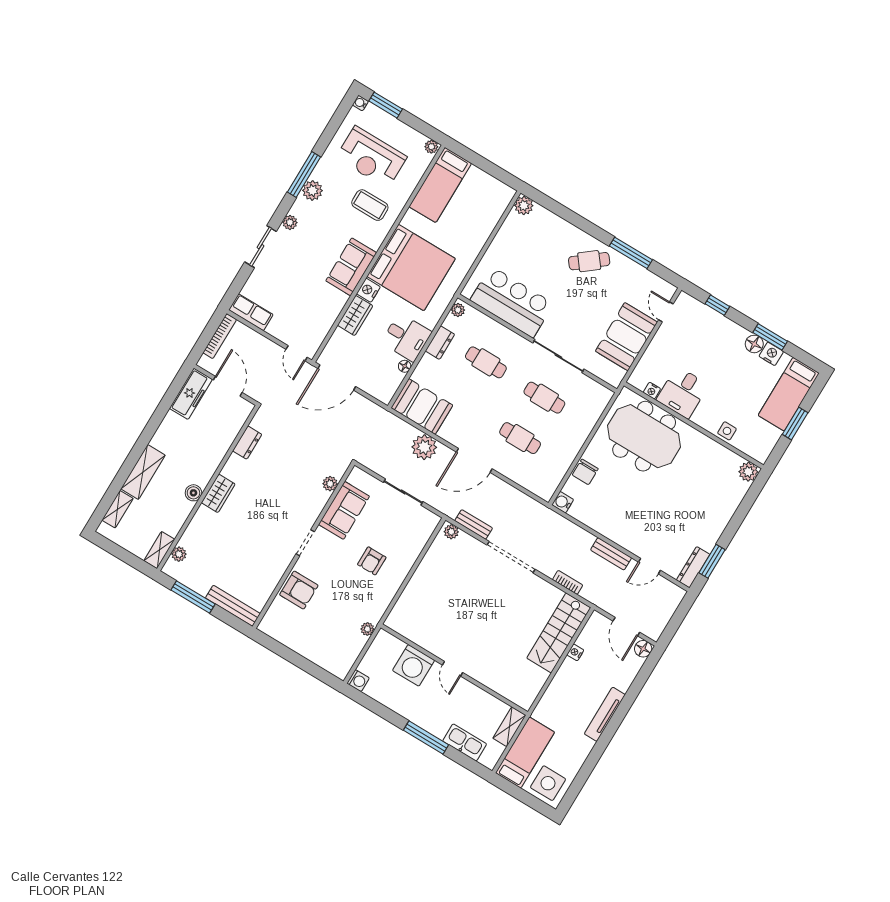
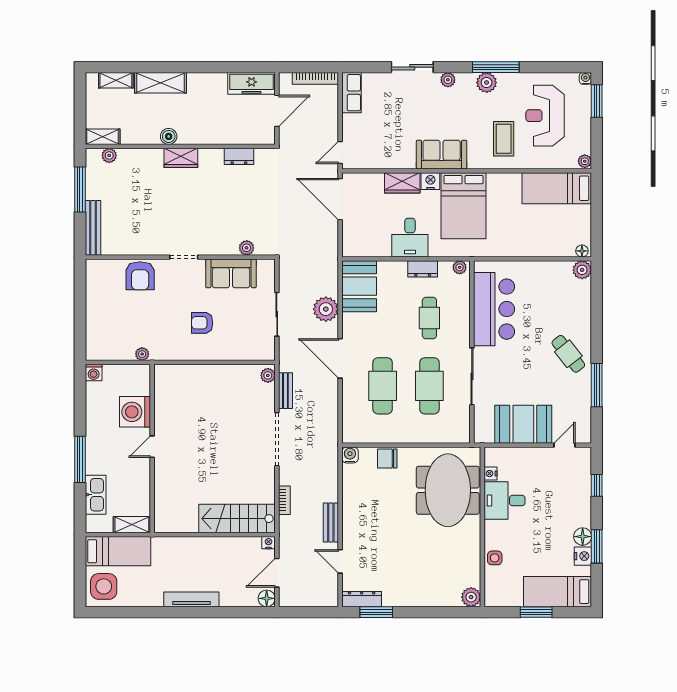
bed: (411, 268) -> (464, 206), width x0.73
floor lamp: (405, 366) -> (582, 251), moved
cafe table: (544, 398) -> (429, 386), width x1.37, depth x1.35
cafe table: (520, 438) -> (383, 386), width x1.37, depth x1.35
nightstand: (575, 652) -> (269, 543), moved

